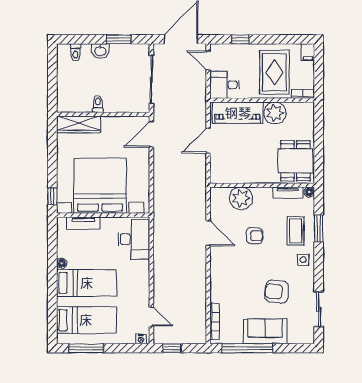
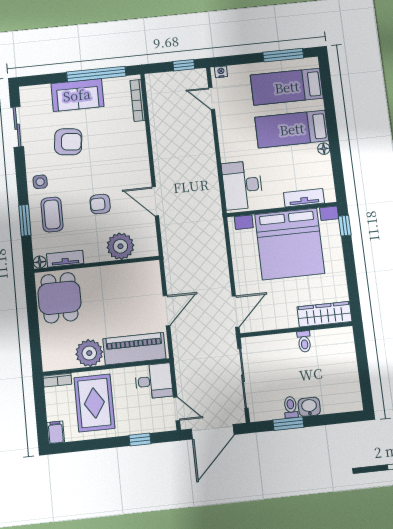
toilet: (75, 52) -> (291, 407), moved

